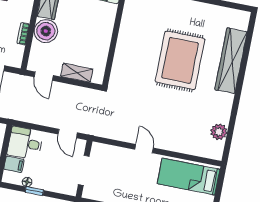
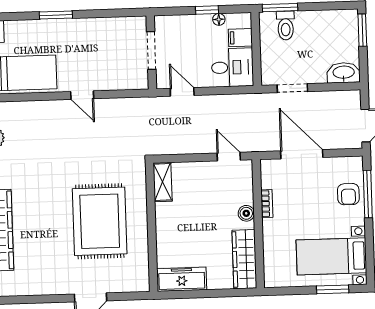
boiler: (46, 31) -> (246, 213), width x0.54, depth x0.54
rug: (180, 60) -> (100, 221), moved
shelving: (77, 73) -> (163, 182), moved, turned 90

